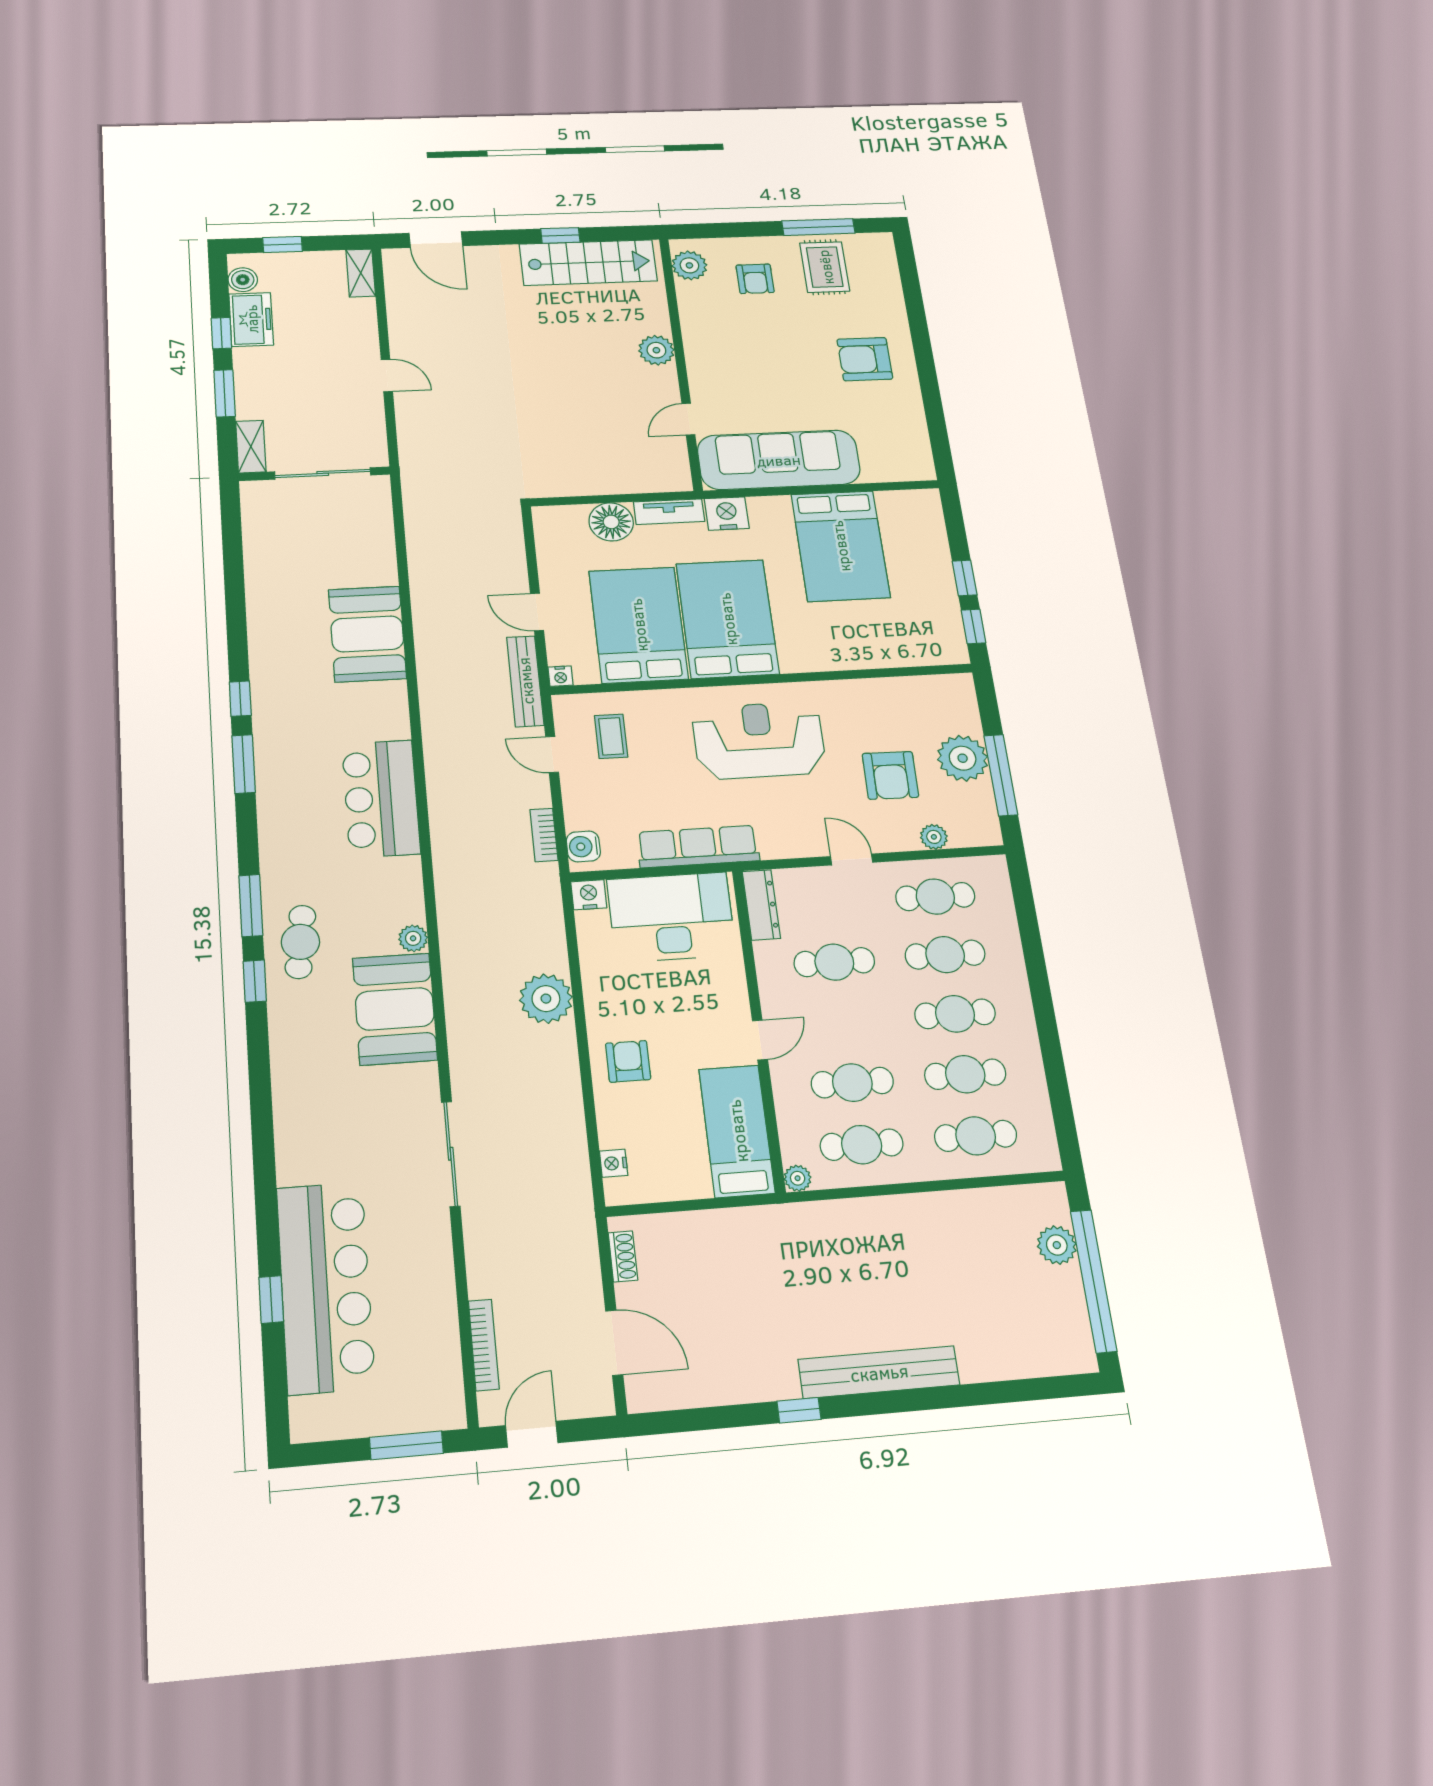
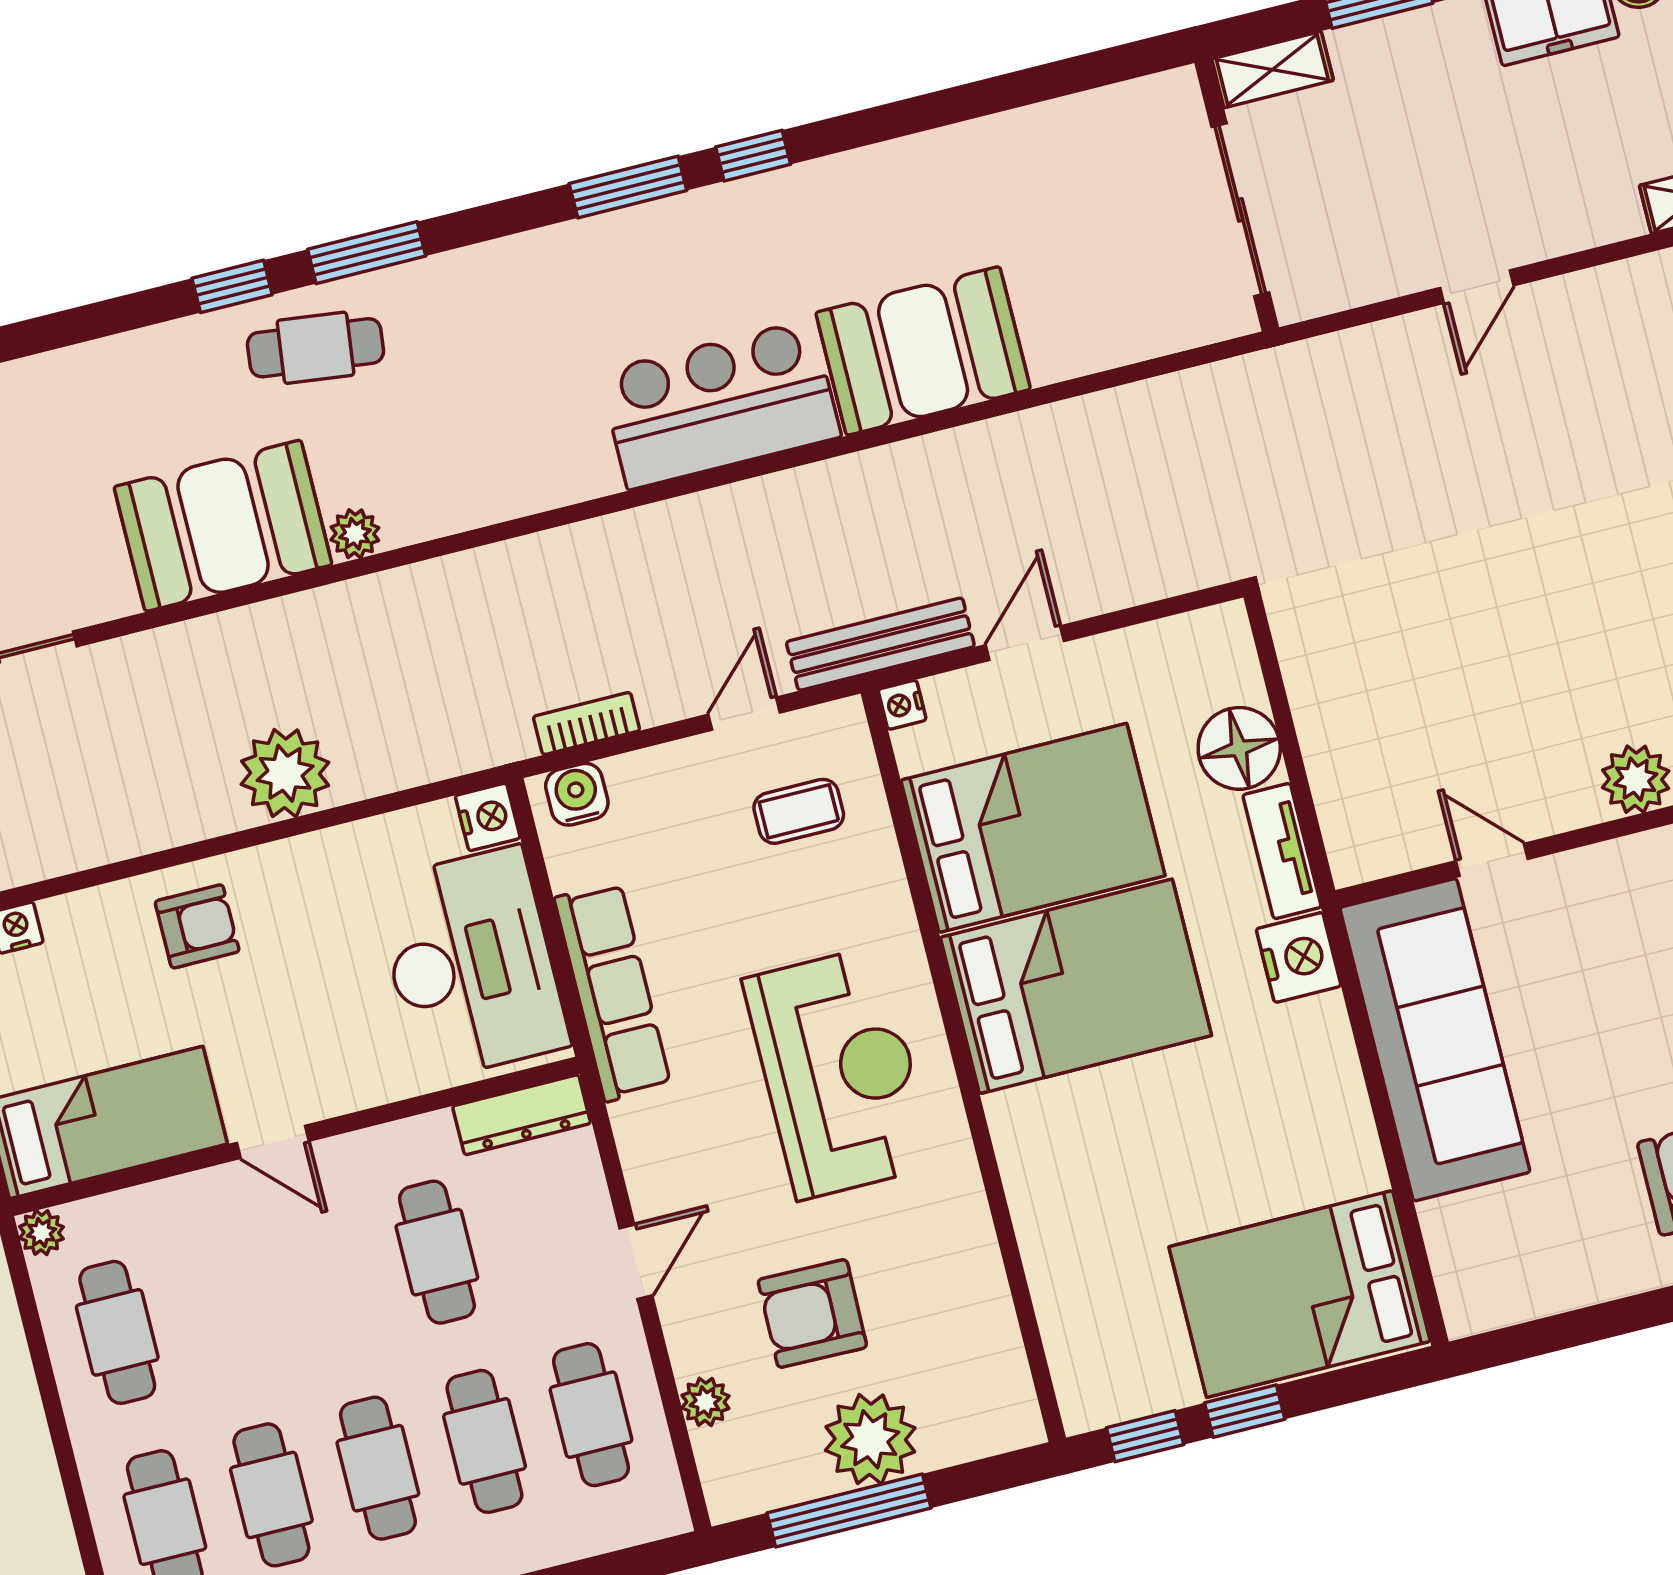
bed: (840, 546) -> (1300, 1294), moved
bar counter: (381, 799) -> (720, 404), moved
cafe table: (852, 1083) -> (224, 1306), removed

